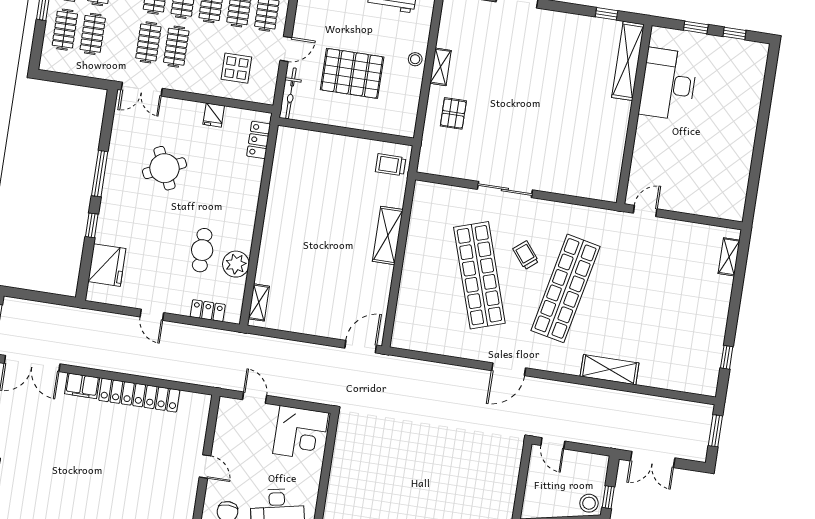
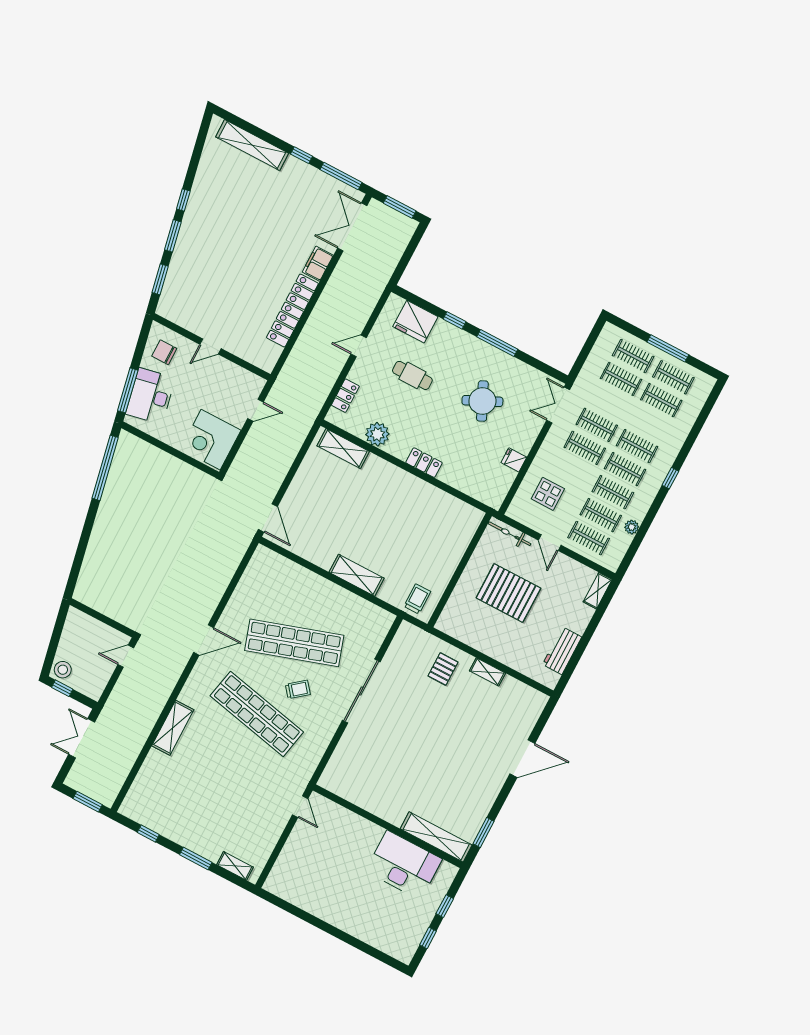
window: (607, 14) -> (484, 832), width x1.50
stool: (415, 59) -> (502, 652), removed
pallet: (352, 73) -> (508, 593), turned 90
pallet: (453, 113) -> (443, 669), turned 90
locker: (259, 140) -> (424, 463), moved
sliding door: (505, 190) -> (361, 691), width x1.36
cafe table: (202, 250) -> (412, 375), moved
window: (735, 300) -> (196, 859), added
shelving: (259, 302) -> (343, 449), width x1.50, depth x1.33
door: (509, 369) -> (204, 640), swing flipped

